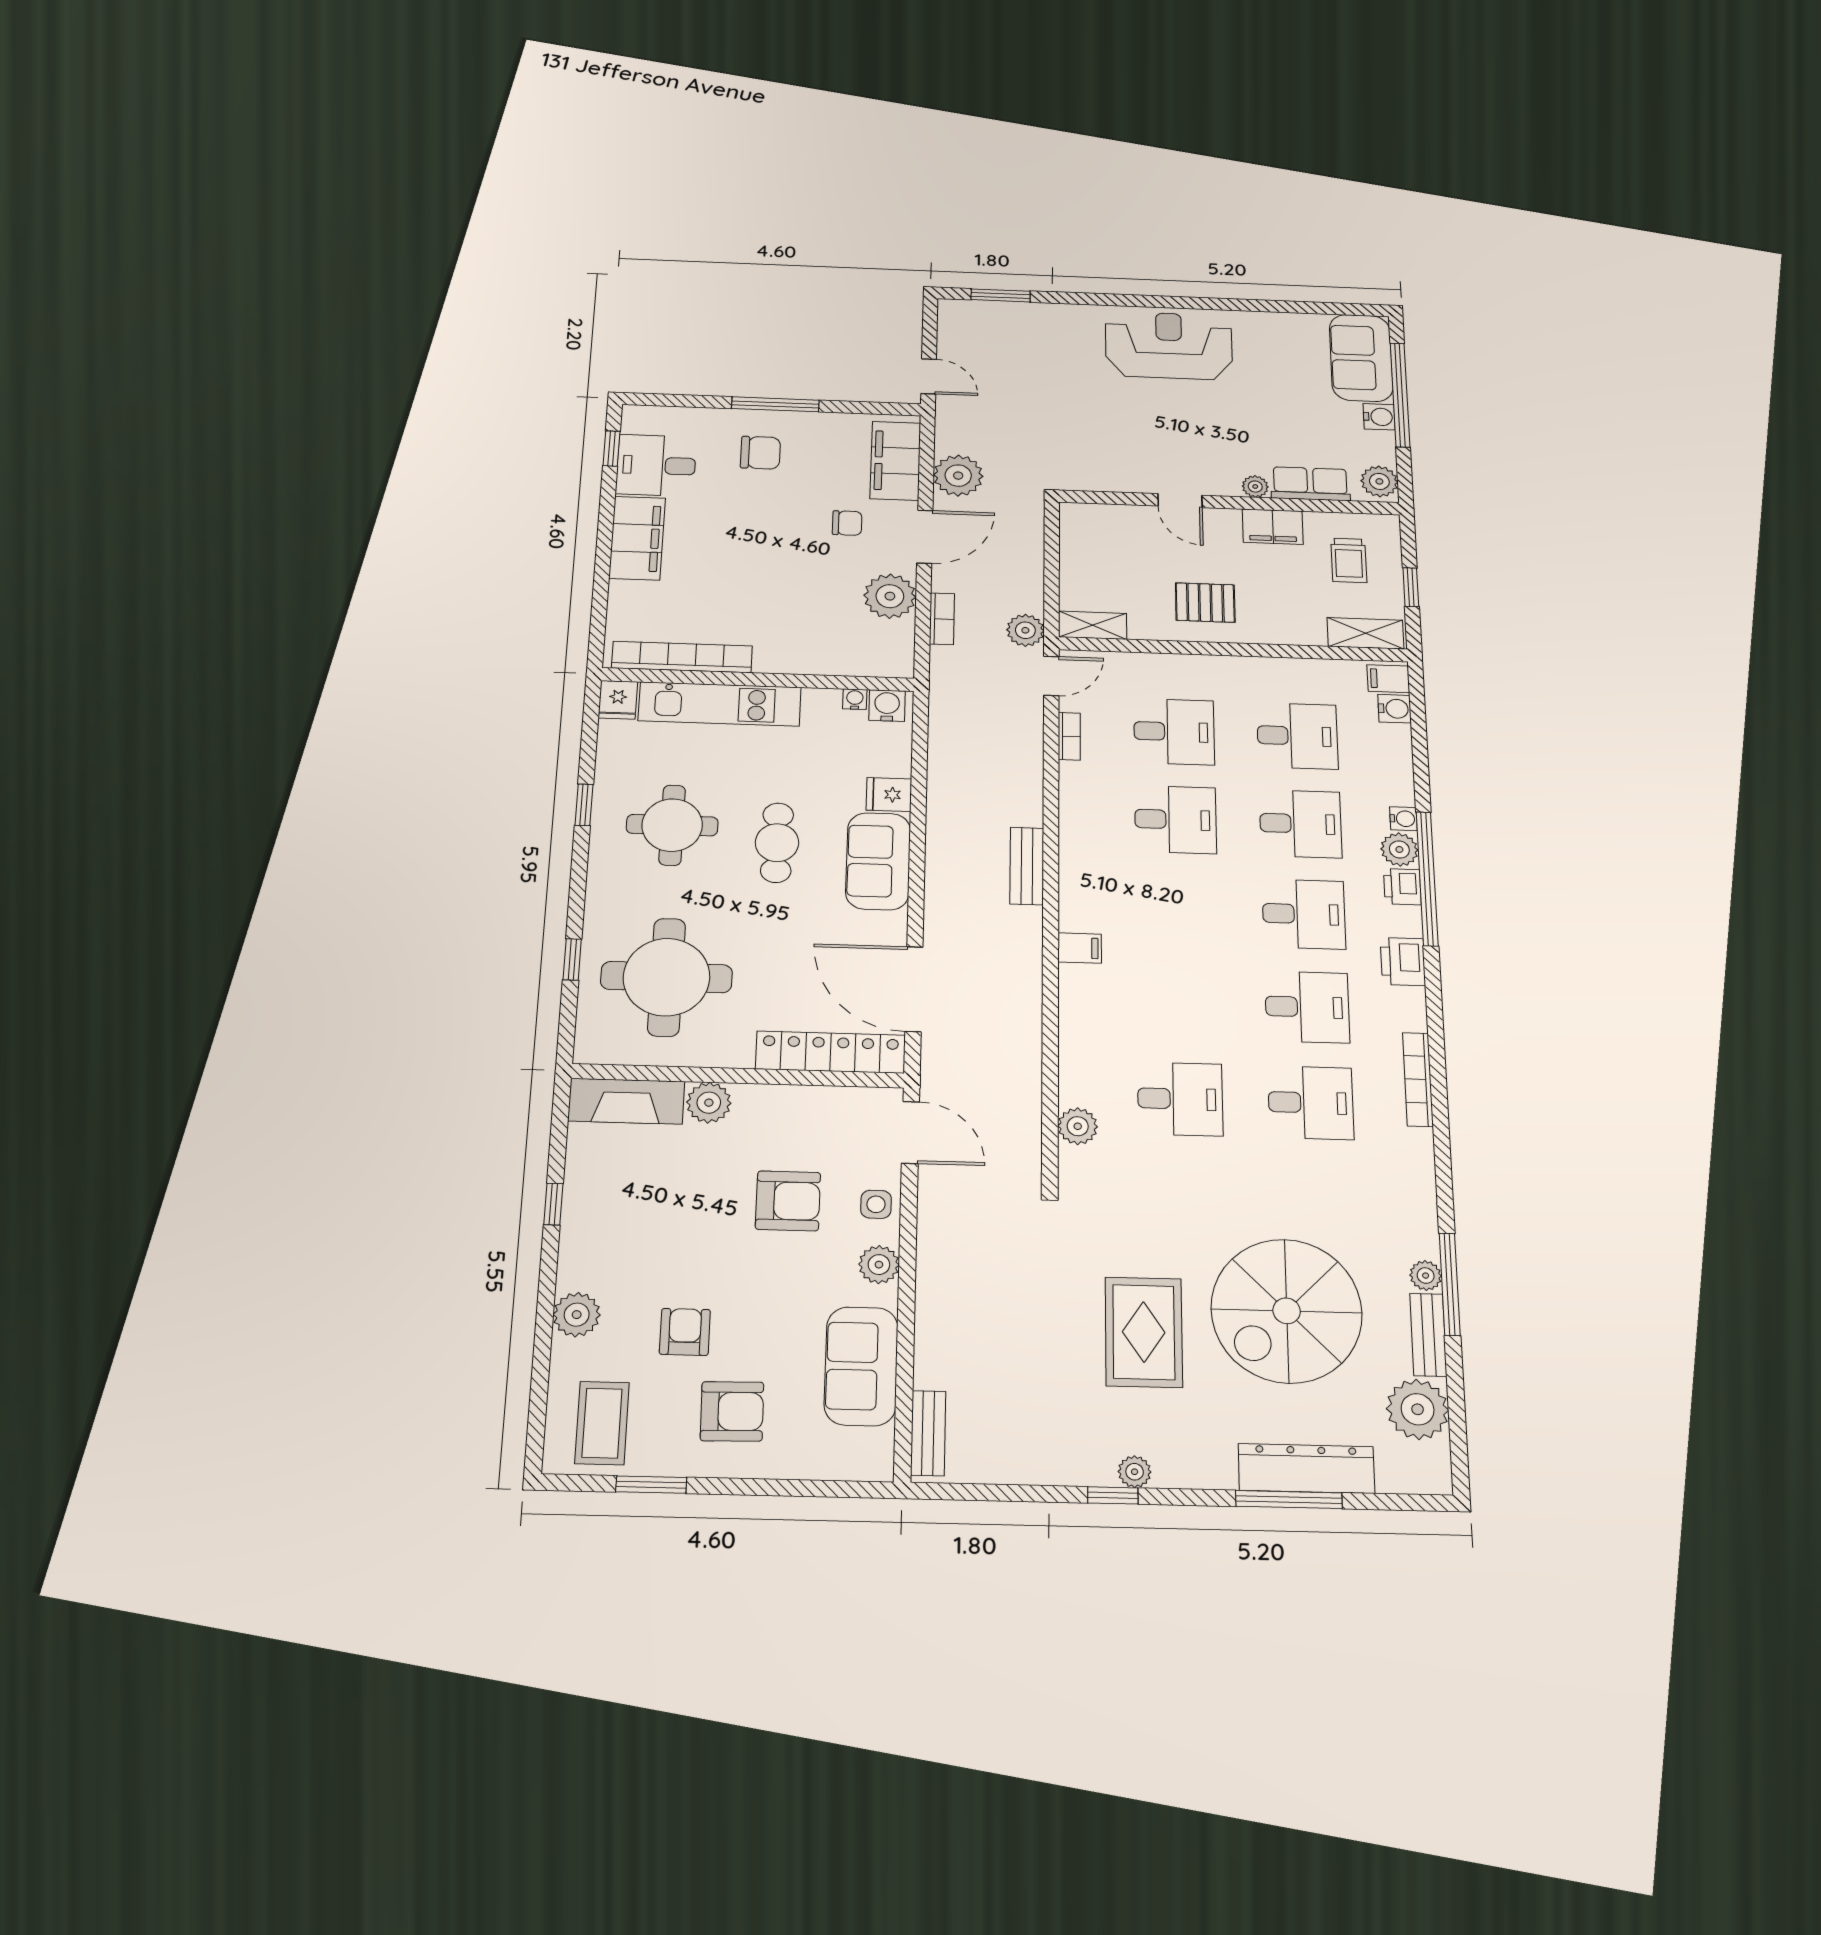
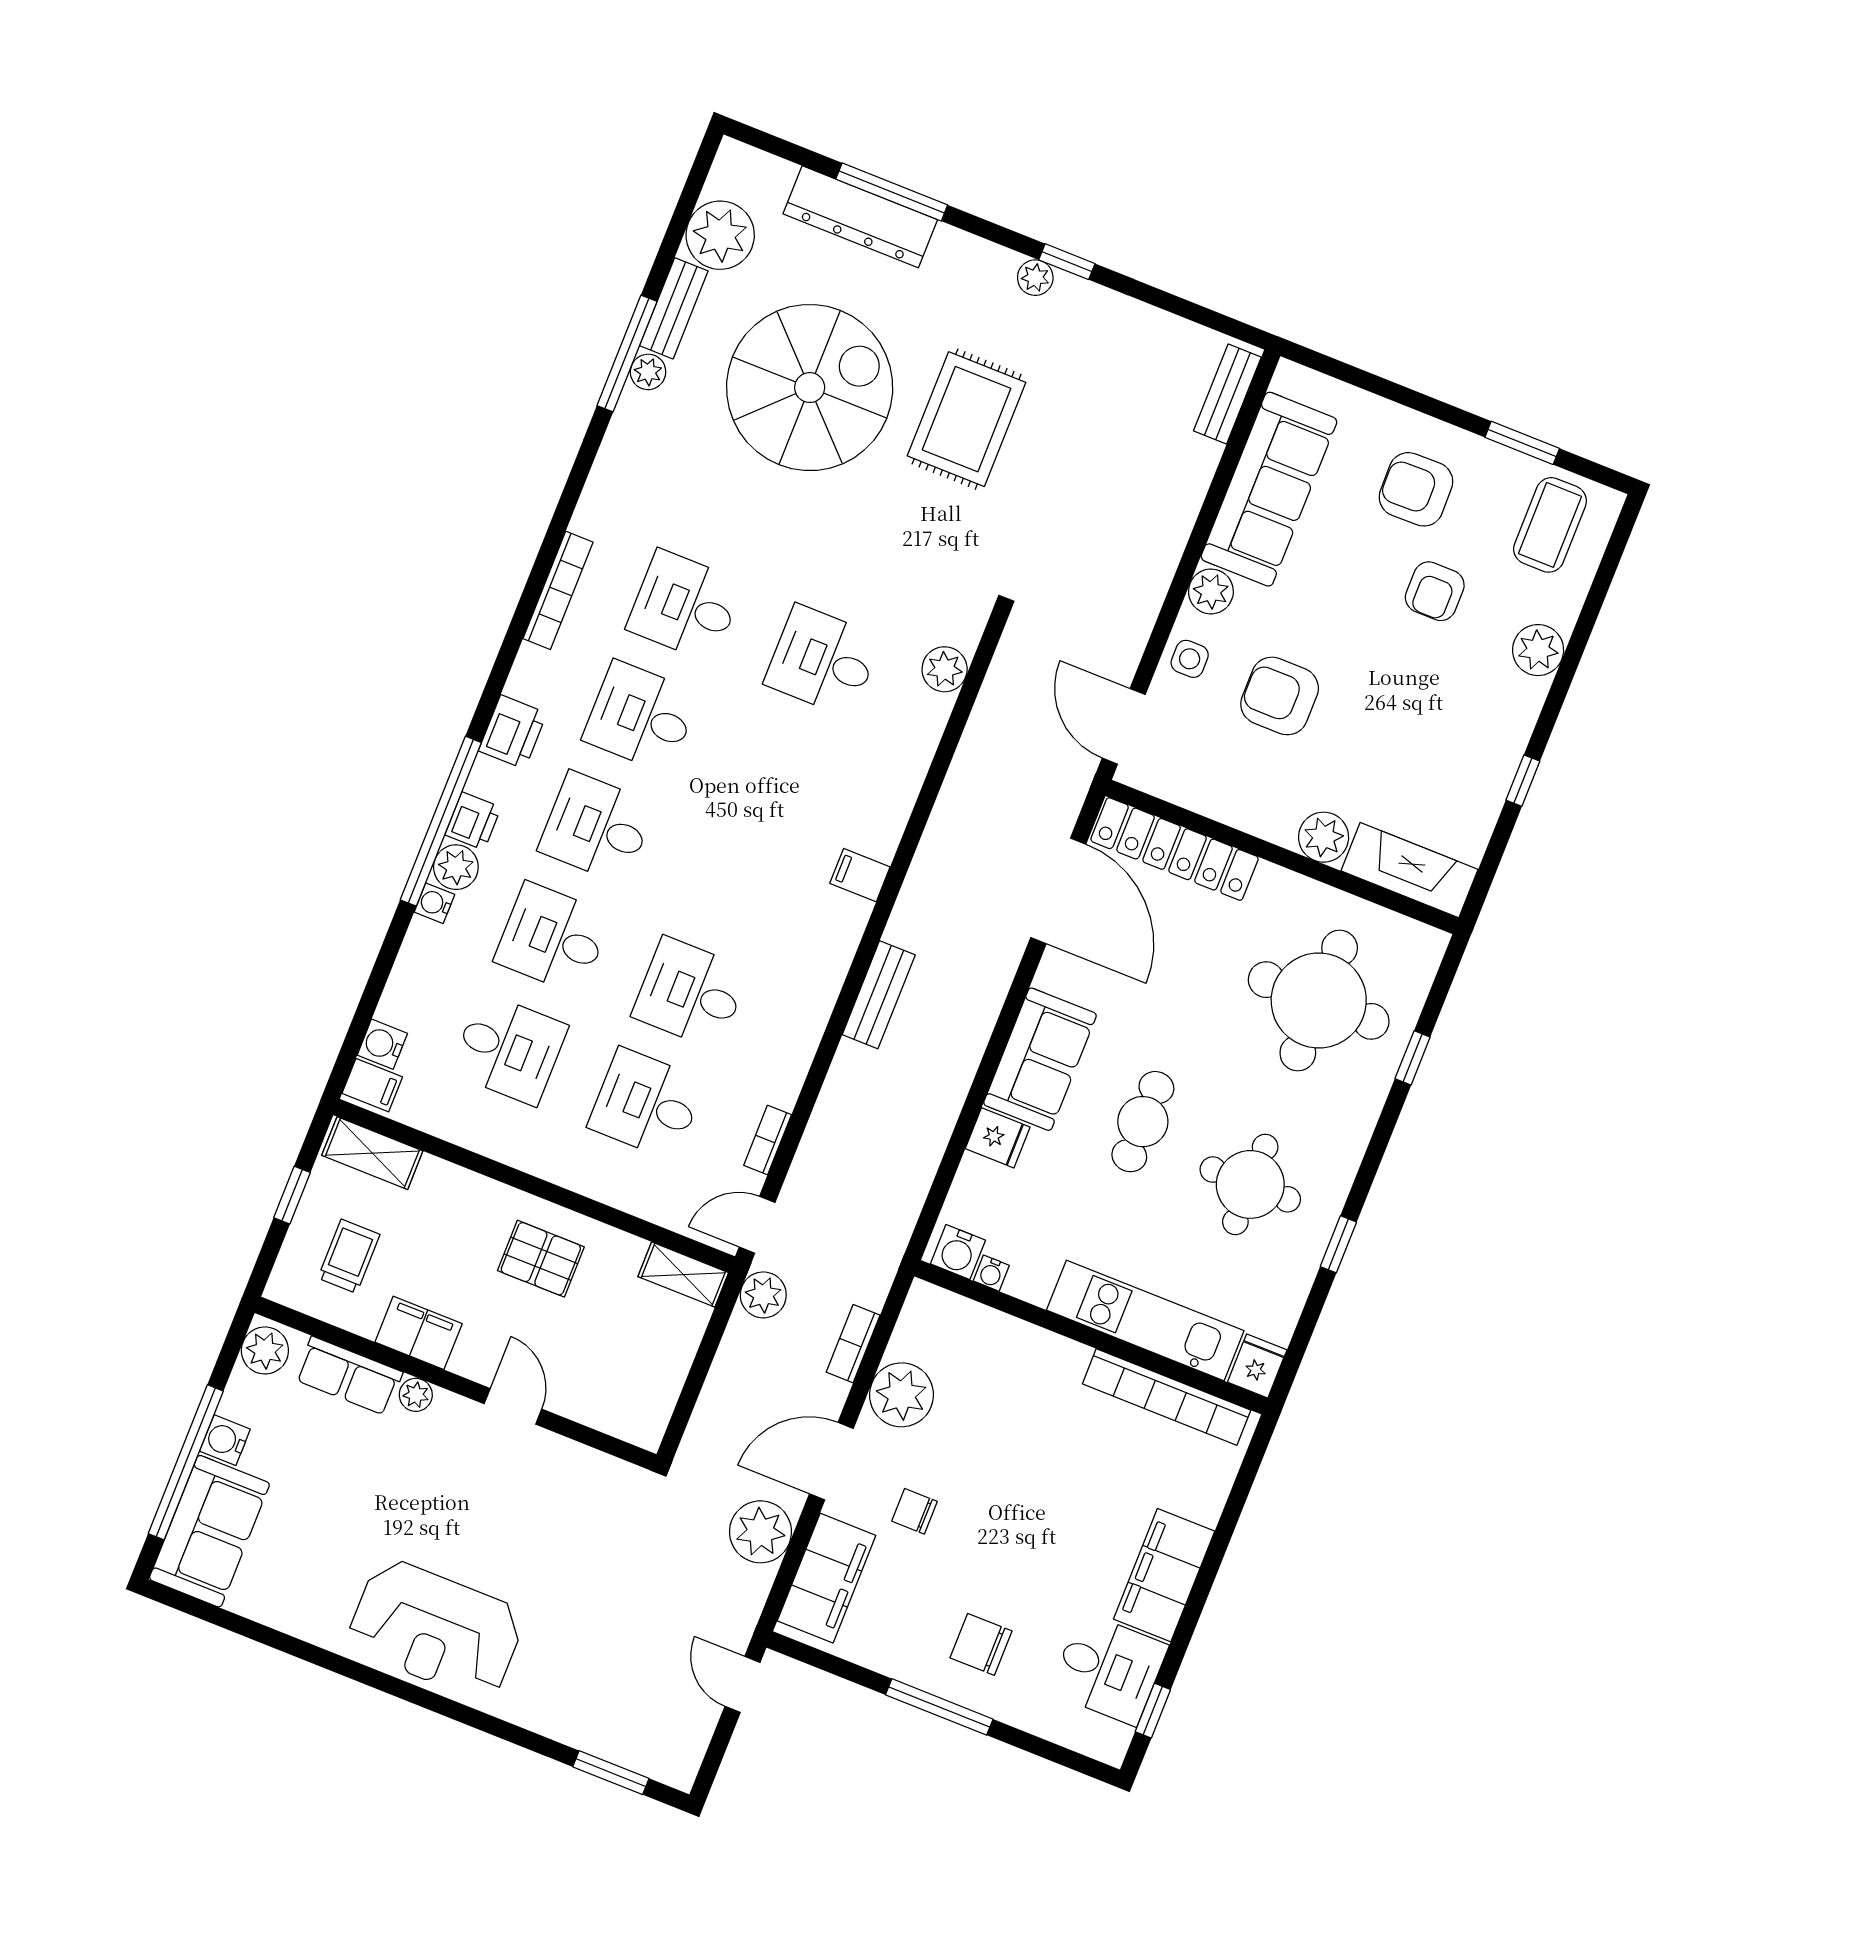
desk: (1297, 736) -> (509, 1049), turned 180
sofa: (861, 1366) -> (1269, 489), width x1.36

